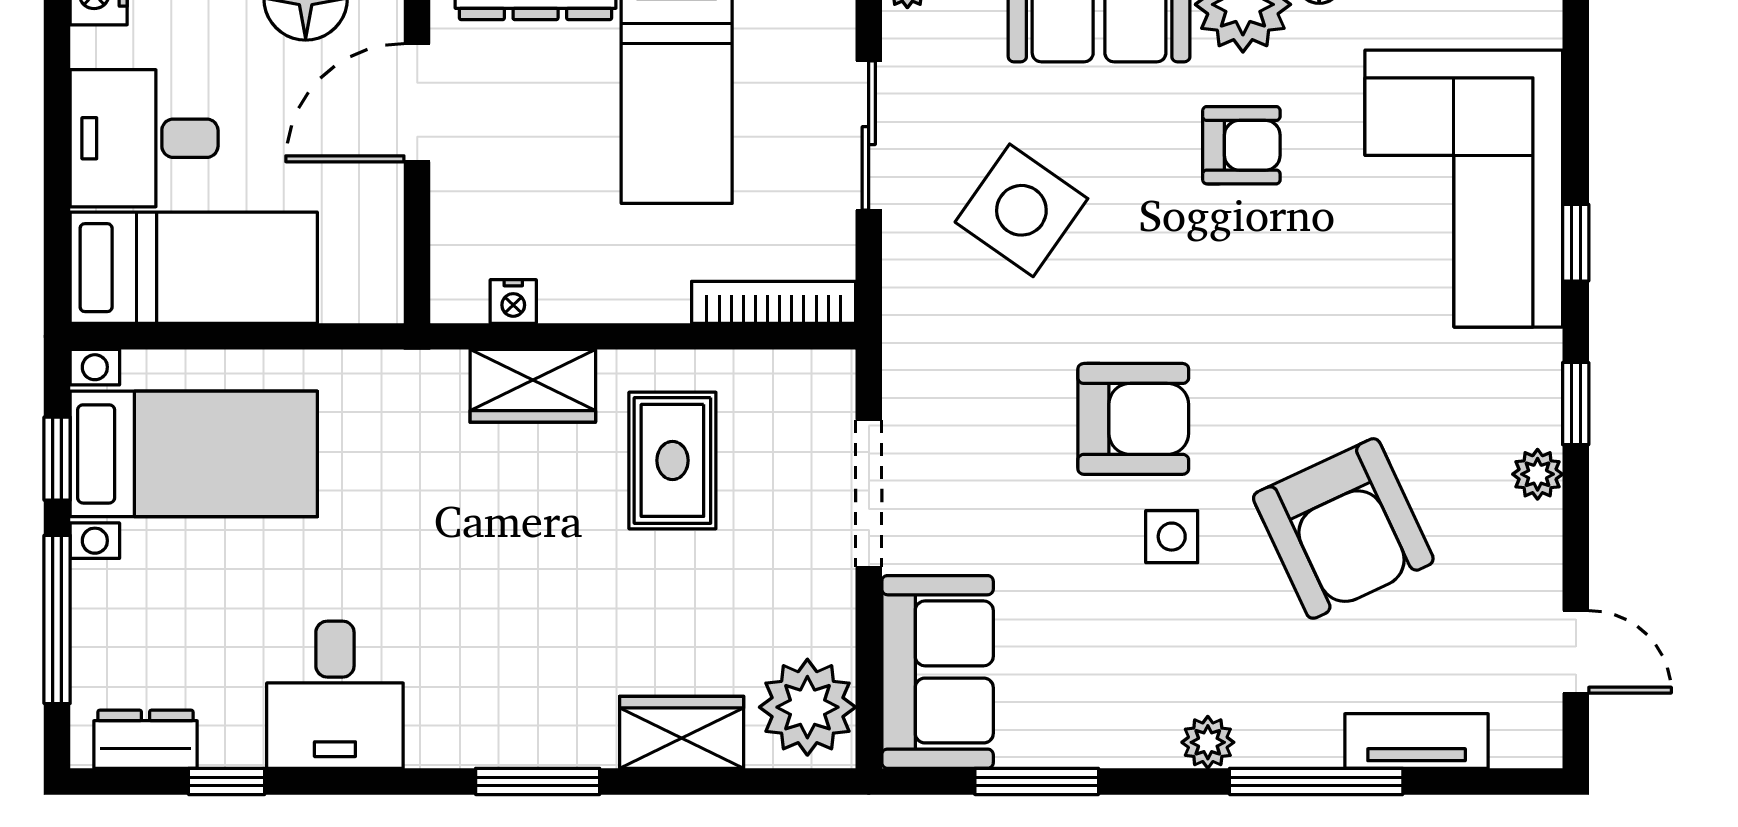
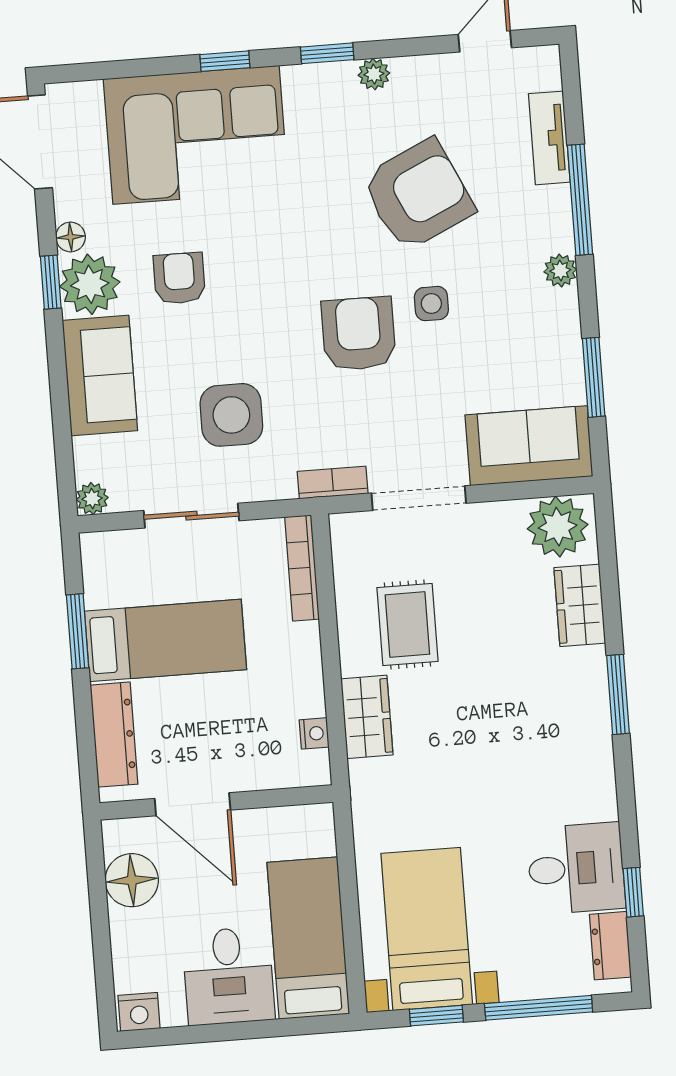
side table: (1021, 210) -> (231, 415), turned -35
bookcase: (903, 360) -> (333, 483), added
rug: (672, 460) -> (407, 624), turned 90
desk: (335, 695) -> (576, 868), moved

